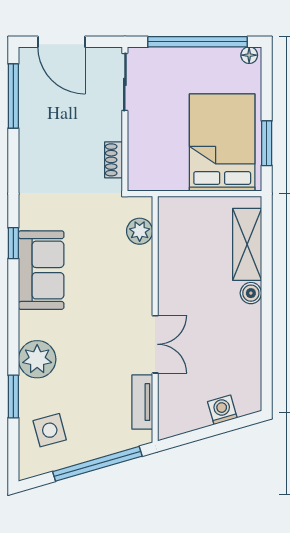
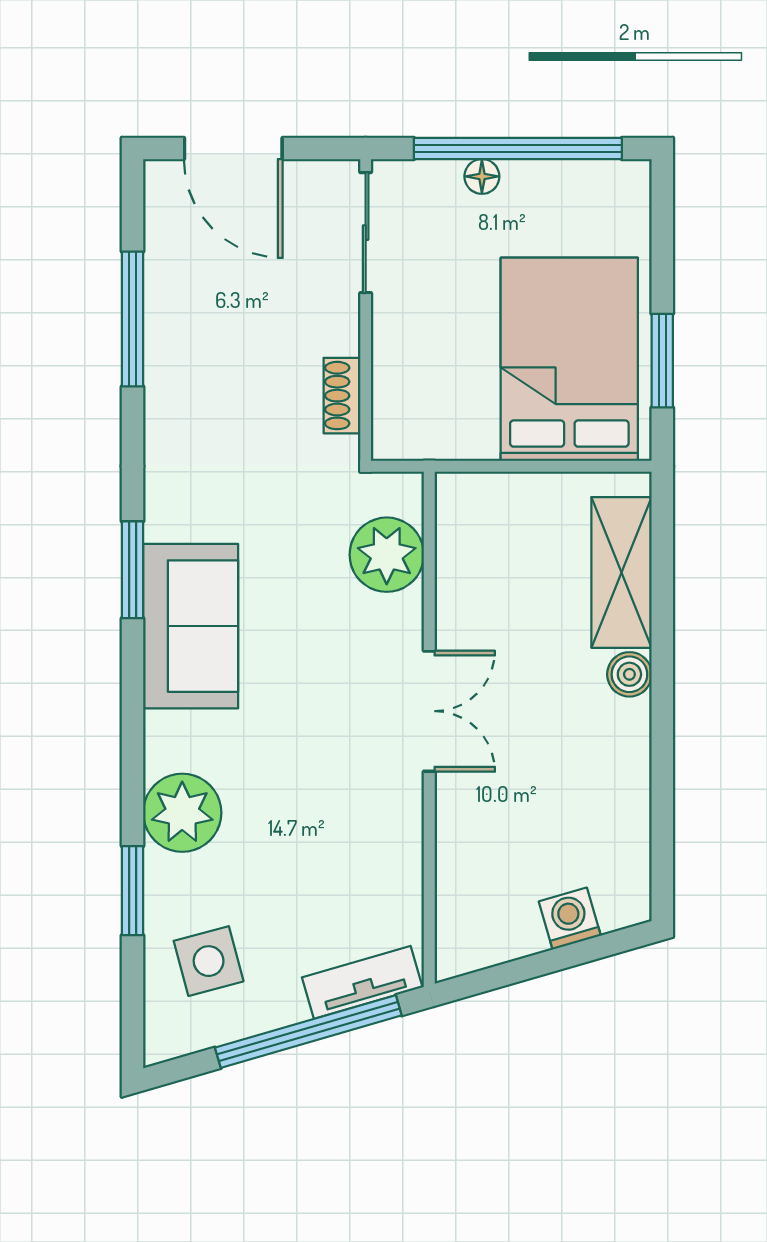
floor lamp: (249, 55) -> (482, 176), moved
window: (13, 96) -> (133, 319), moved
plant: (140, 231) -> (387, 555), width x1.36, depth x1.36
window: (13, 243) -> (133, 570), width x1.50
double door: (155, 344) -> (429, 711), moved
tv unit: (142, 402) -> (362, 982), moved, turned 74

